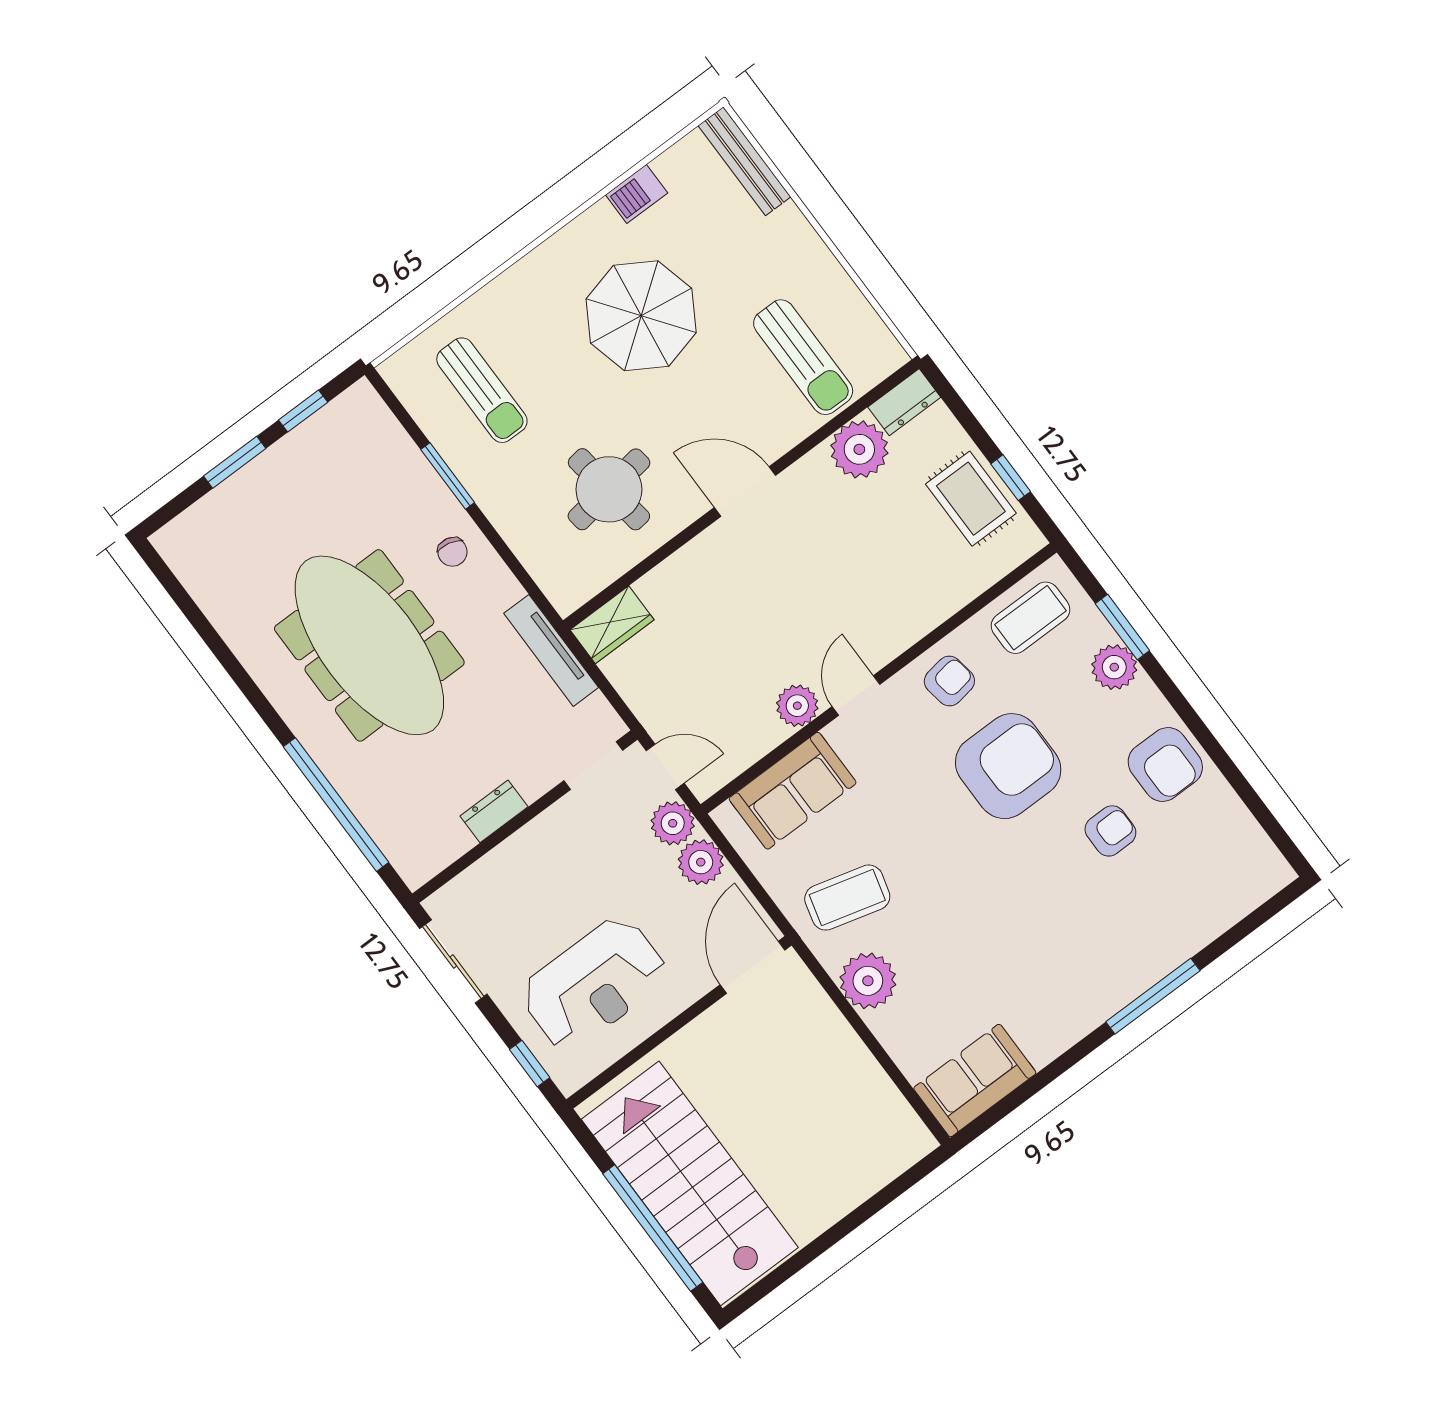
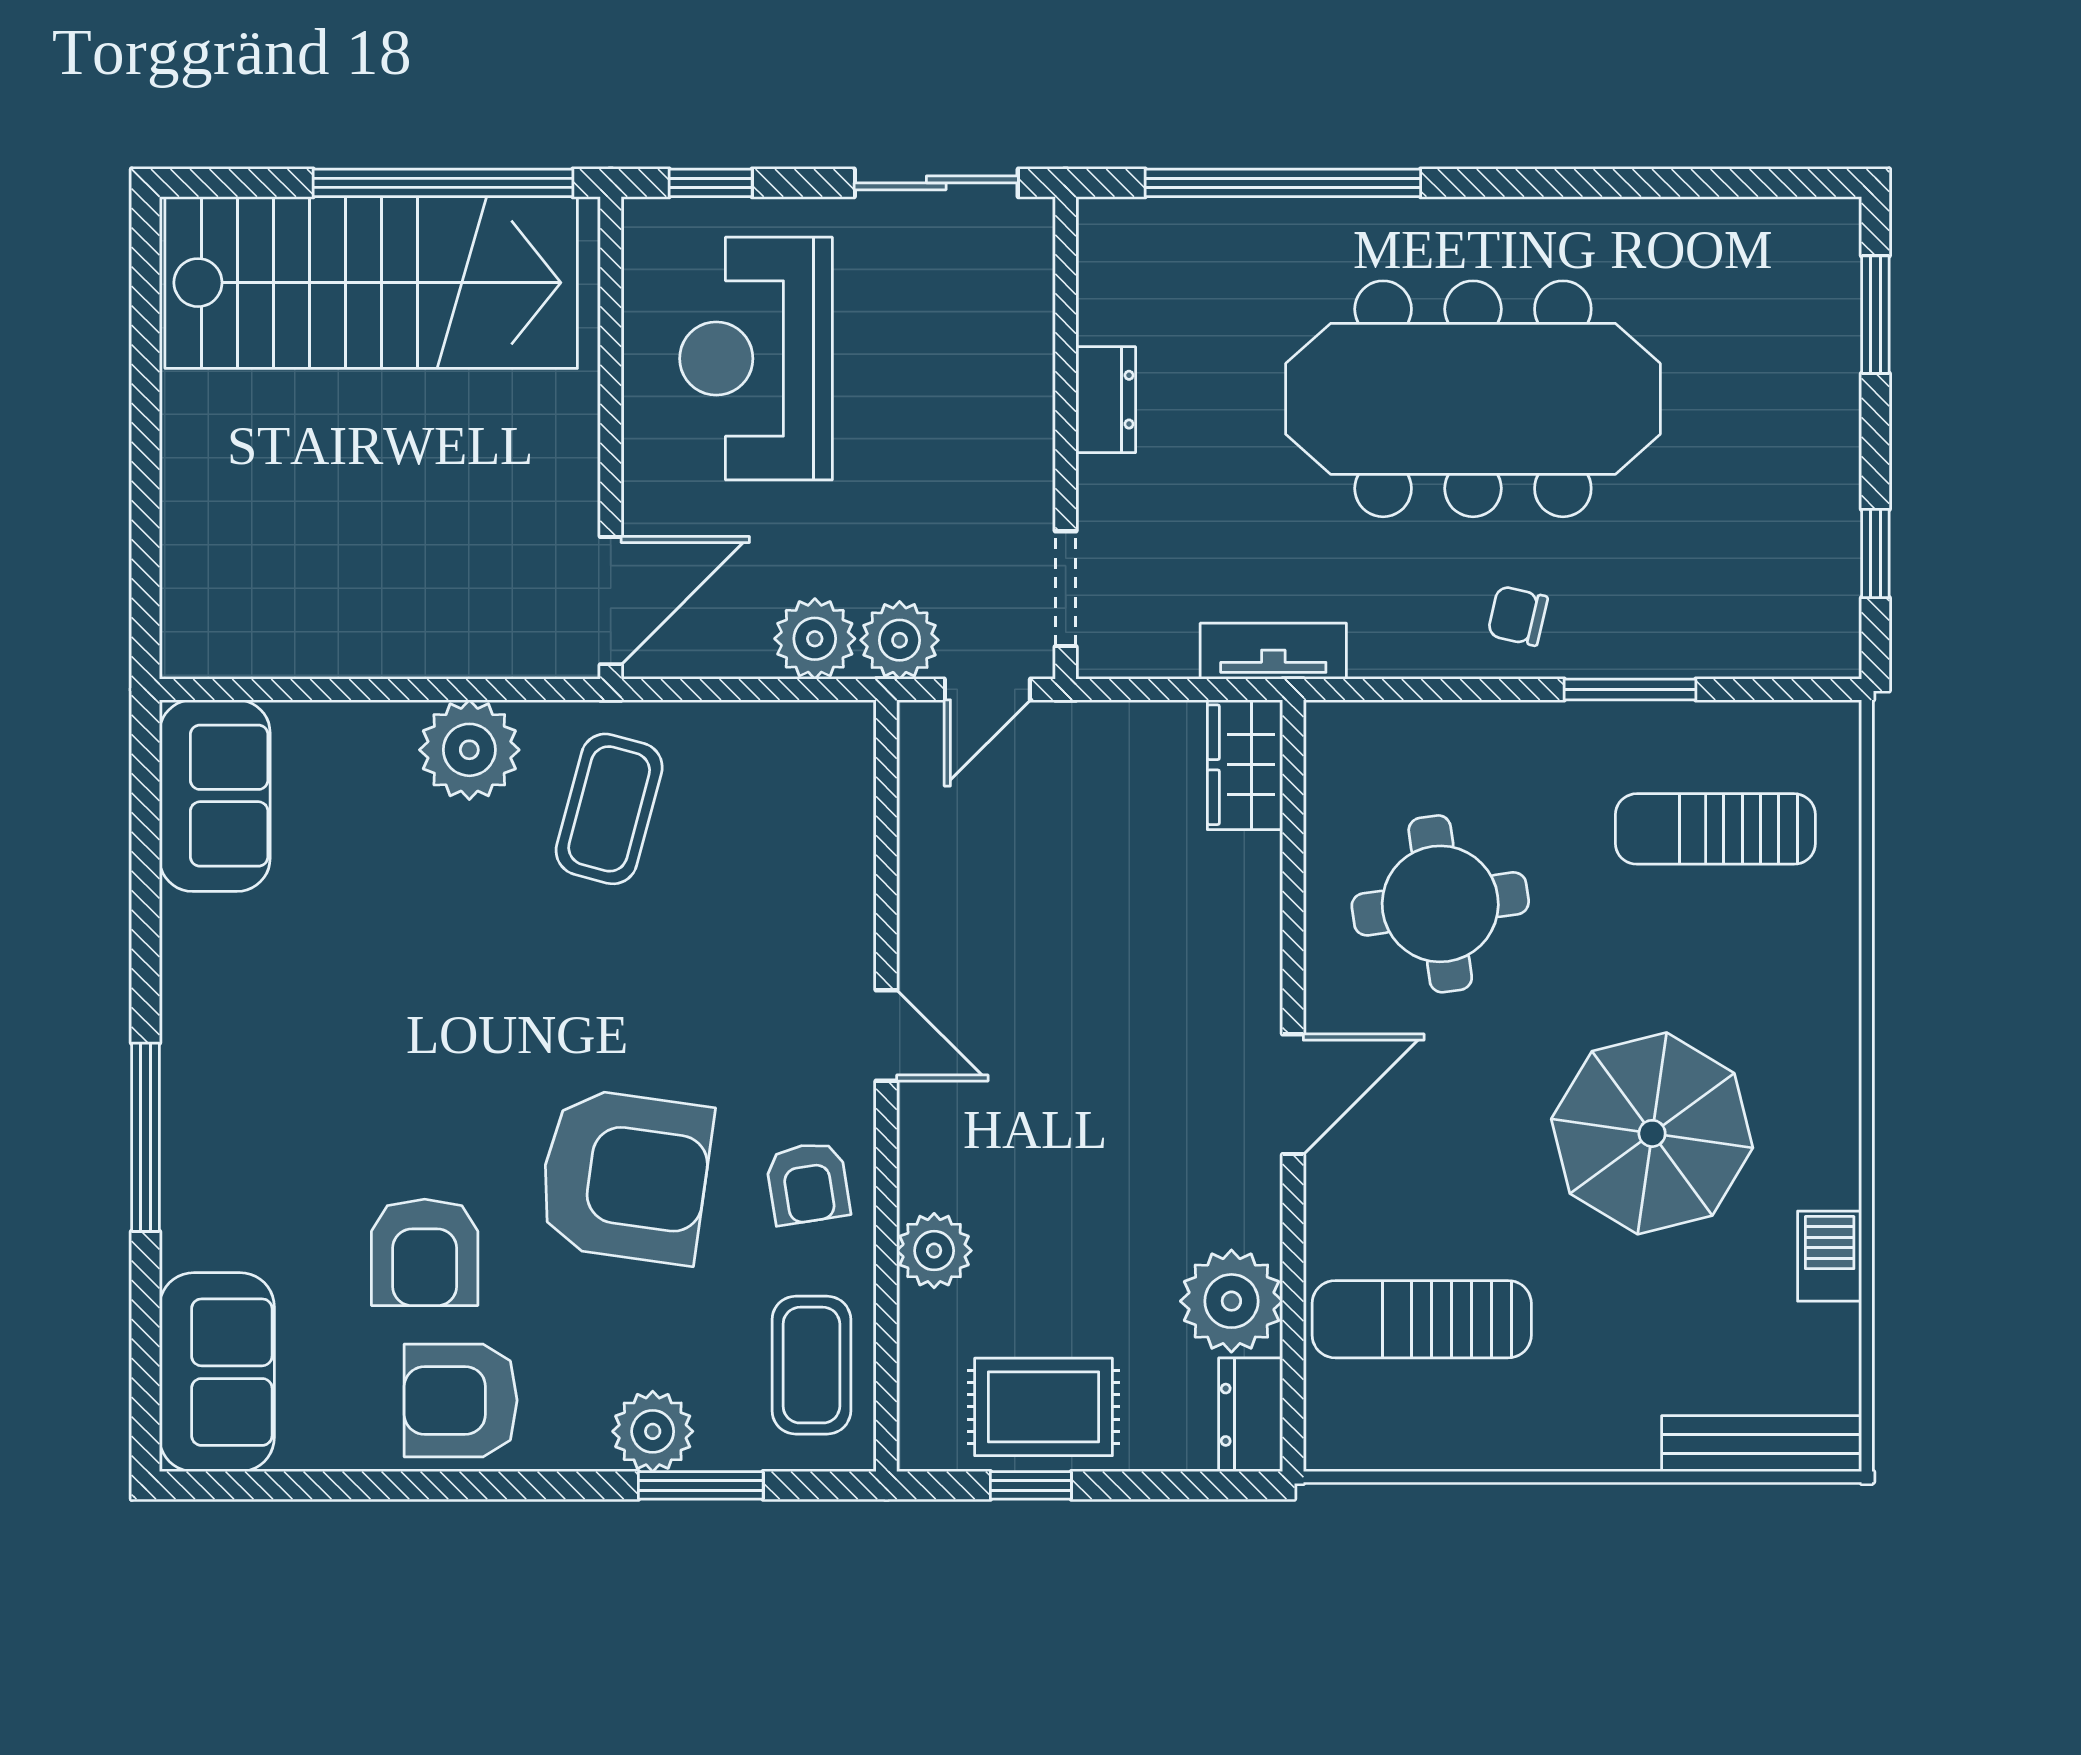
window: (235, 462) -> (1875, 315), moved
tv unit: (551, 650) -> (1273, 651), width x0.71
plant: (797, 706) -> (934, 1251), moved
armchair: (1008, 766) -> (625, 1176), turned -82
sofa: (793, 791) -> (217, 1372), moved, turned 180
armchair: (1110, 831) -> (425, 1252), width x1.38, depth x1.38
door: (753, 967) -> (611, 601), hinge flipped
window: (653, 1228) -> (443, 183), moved

